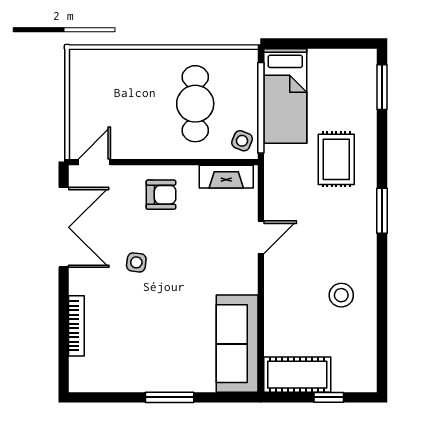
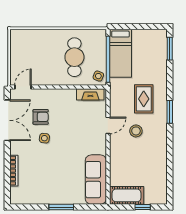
rug: (336, 159) -> (144, 99), moved
armchair: (161, 195) -> (41, 117), moved
stool: (341, 295) -> (136, 131), moved

